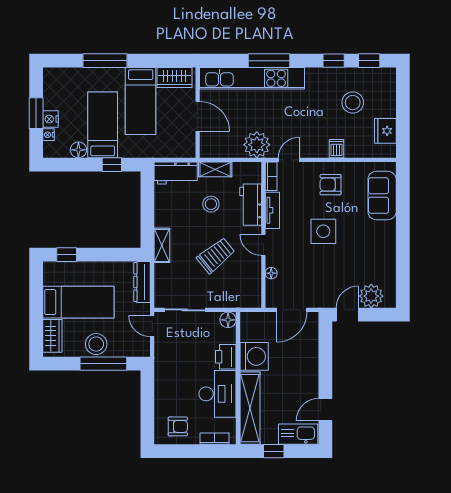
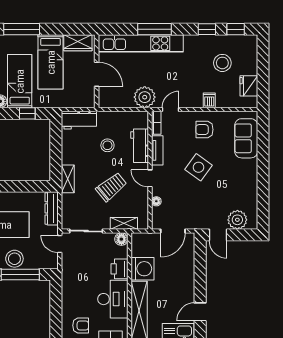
shelving: (215, 169) -> (124, 223), moved
side table: (323, 231) -> (198, 167), turned 36
door: (347, 315) -> (218, 235), swing flipped

